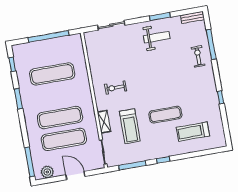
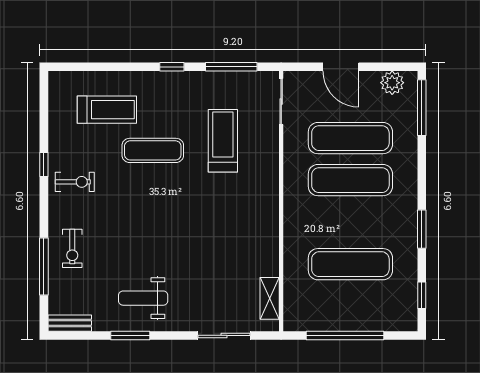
exercise bike: (116, 88) -> (75, 182), moved
shelving: (104, 122) -> (270, 298), moved

